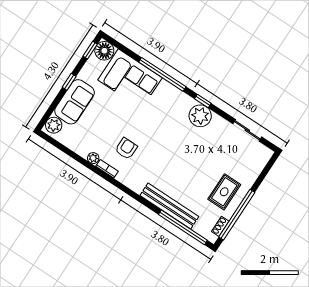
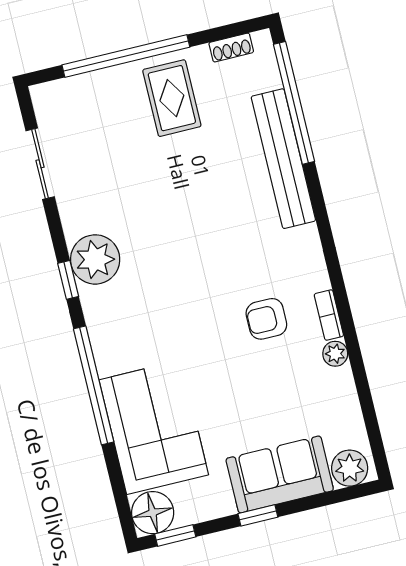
rug: (224, 192) -> (172, 98), turned 90
window: (237, 215) -> (126, 56), moved

